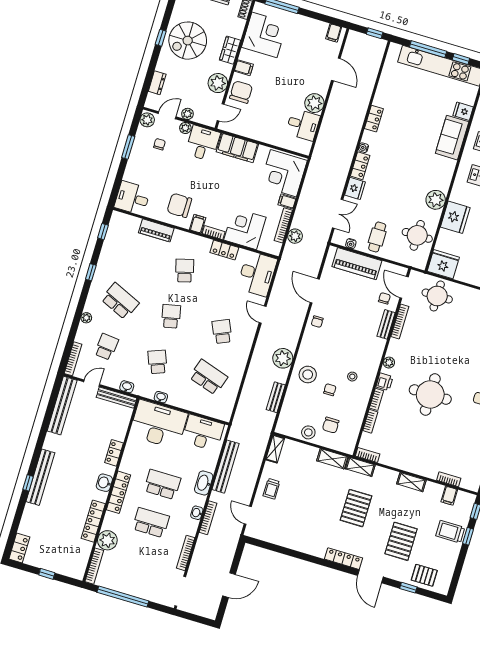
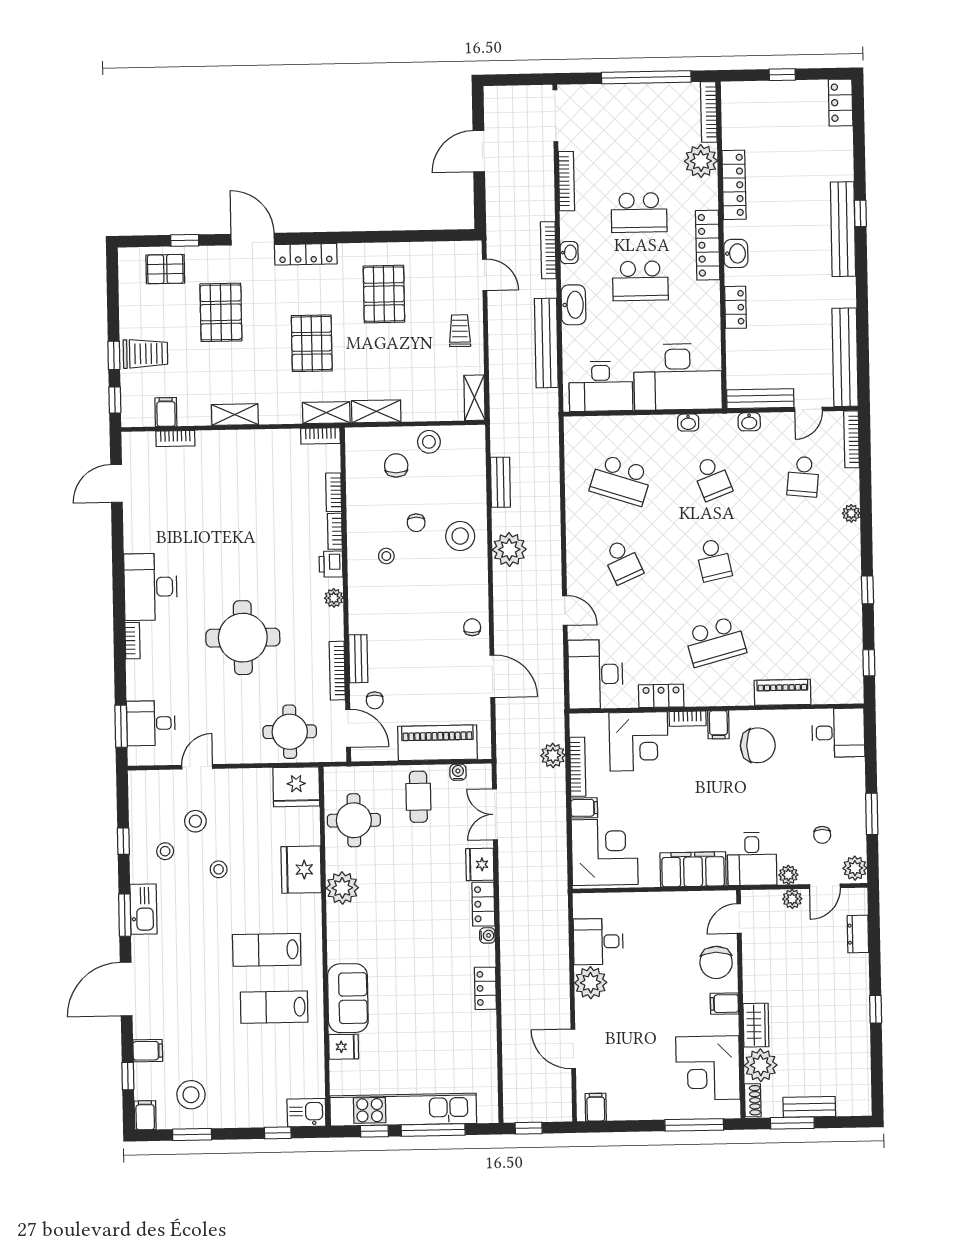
spiral stairs: (188, 41) -> (830, 1019), removed
plant: (218, 83) -> (761, 1065), moved
school desk: (185, 271) -> (715, 641), width x1.85
school desk: (120, 301) -> (805, 558), removed
round table: (430, 394) -> (243, 638), moved
pallet: (307, 523) -> (384, 294), added

